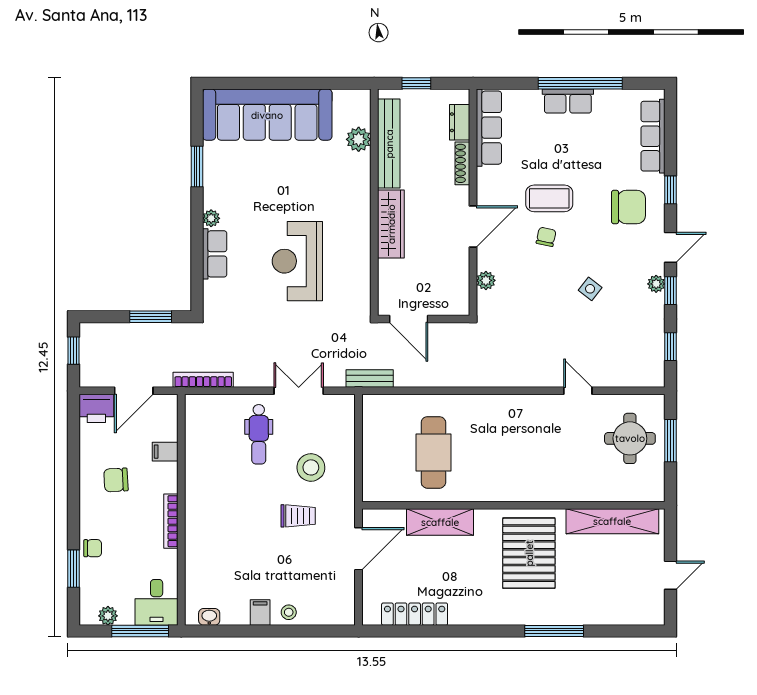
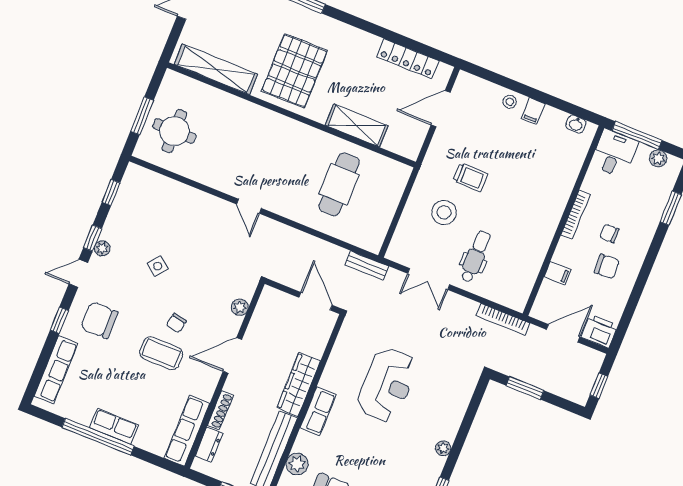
row of seats: (215, 254) -> (318, 411), moved, turned 180
door: (578, 391) -> (249, 206), moved
trolley: (298, 516) -> (470, 177), turned 180
chair: (93, 548) -> (609, 233), moved
door: (359, 549) -> (441, 109), moved

